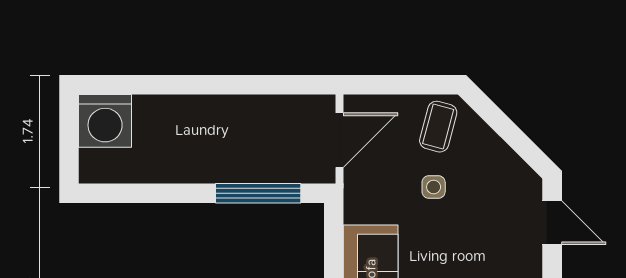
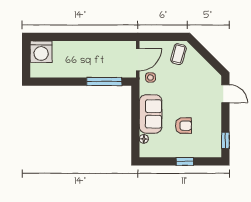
side table: (434, 187) -> (150, 77), moved

